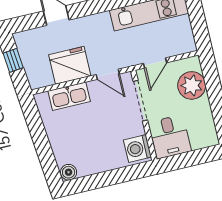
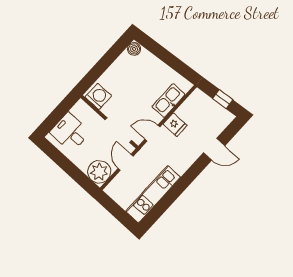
fridge: (70, 65) -> (175, 125), width x0.53, depth x0.75
plant: (192, 85) -> (99, 172), moved
desk: (170, 137) -> (70, 132), moved

